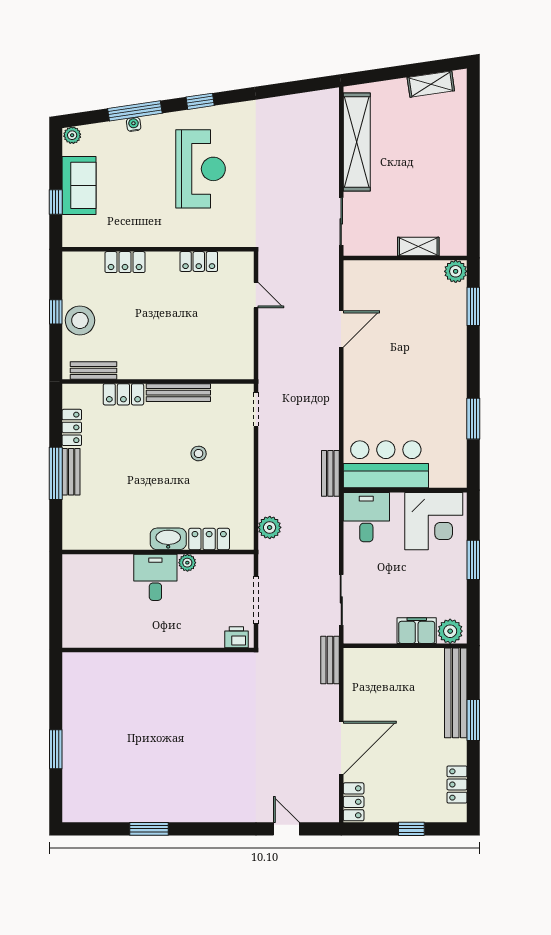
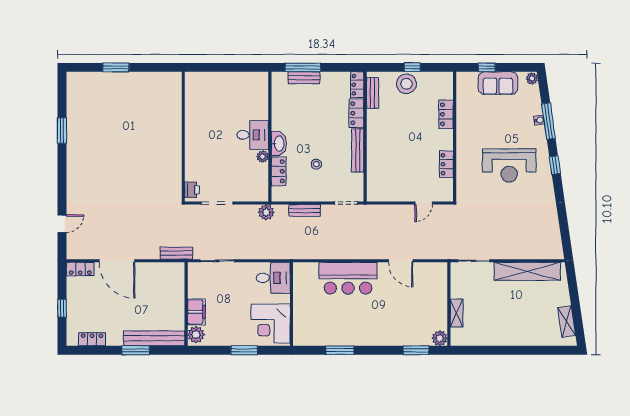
locker: (72, 427) -> (357, 85), moved, turned 90
bar counter: (386, 464) -> (348, 278), moved, turned 90
bench: (330, 473) -> (305, 210), moved
washbasin: (168, 539) -> (279, 144), moved
locker: (209, 539) -> (279, 171), moved
wall: (158, 552) -> (270, 137), moved
plant: (187, 563) -> (263, 156), moved
desk: (155, 577) -> (253, 135), moved

